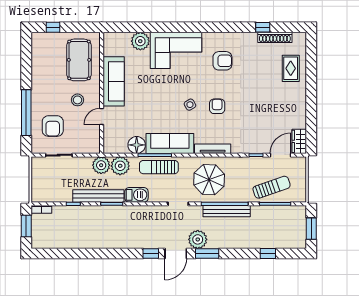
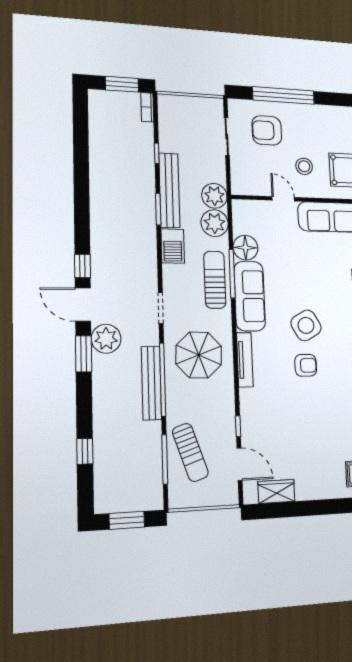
side table: (190, 105) -> (306, 325), width x1.87, depth x1.87
wardrobe: (299, 141) -> (276, 491), moved

